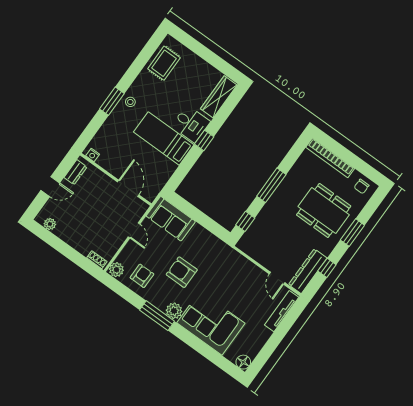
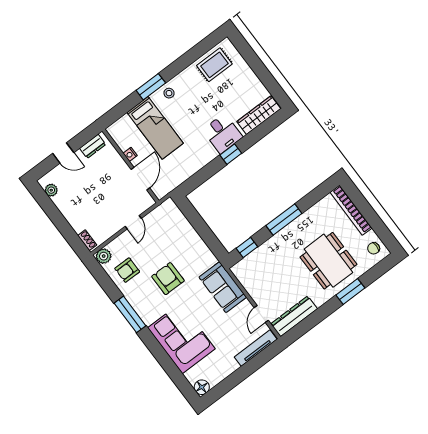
bed: (164, 138) -> (155, 128), moved, turned 180
nightstand: (93, 155) -> (130, 154), moved
sofa: (171, 219) -> (223, 287), moved
window: (327, 268) -> (314, 319), removed
armchair: (142, 276) -> (127, 270), turned 180
plant: (174, 311) -> (148, 315), removed

